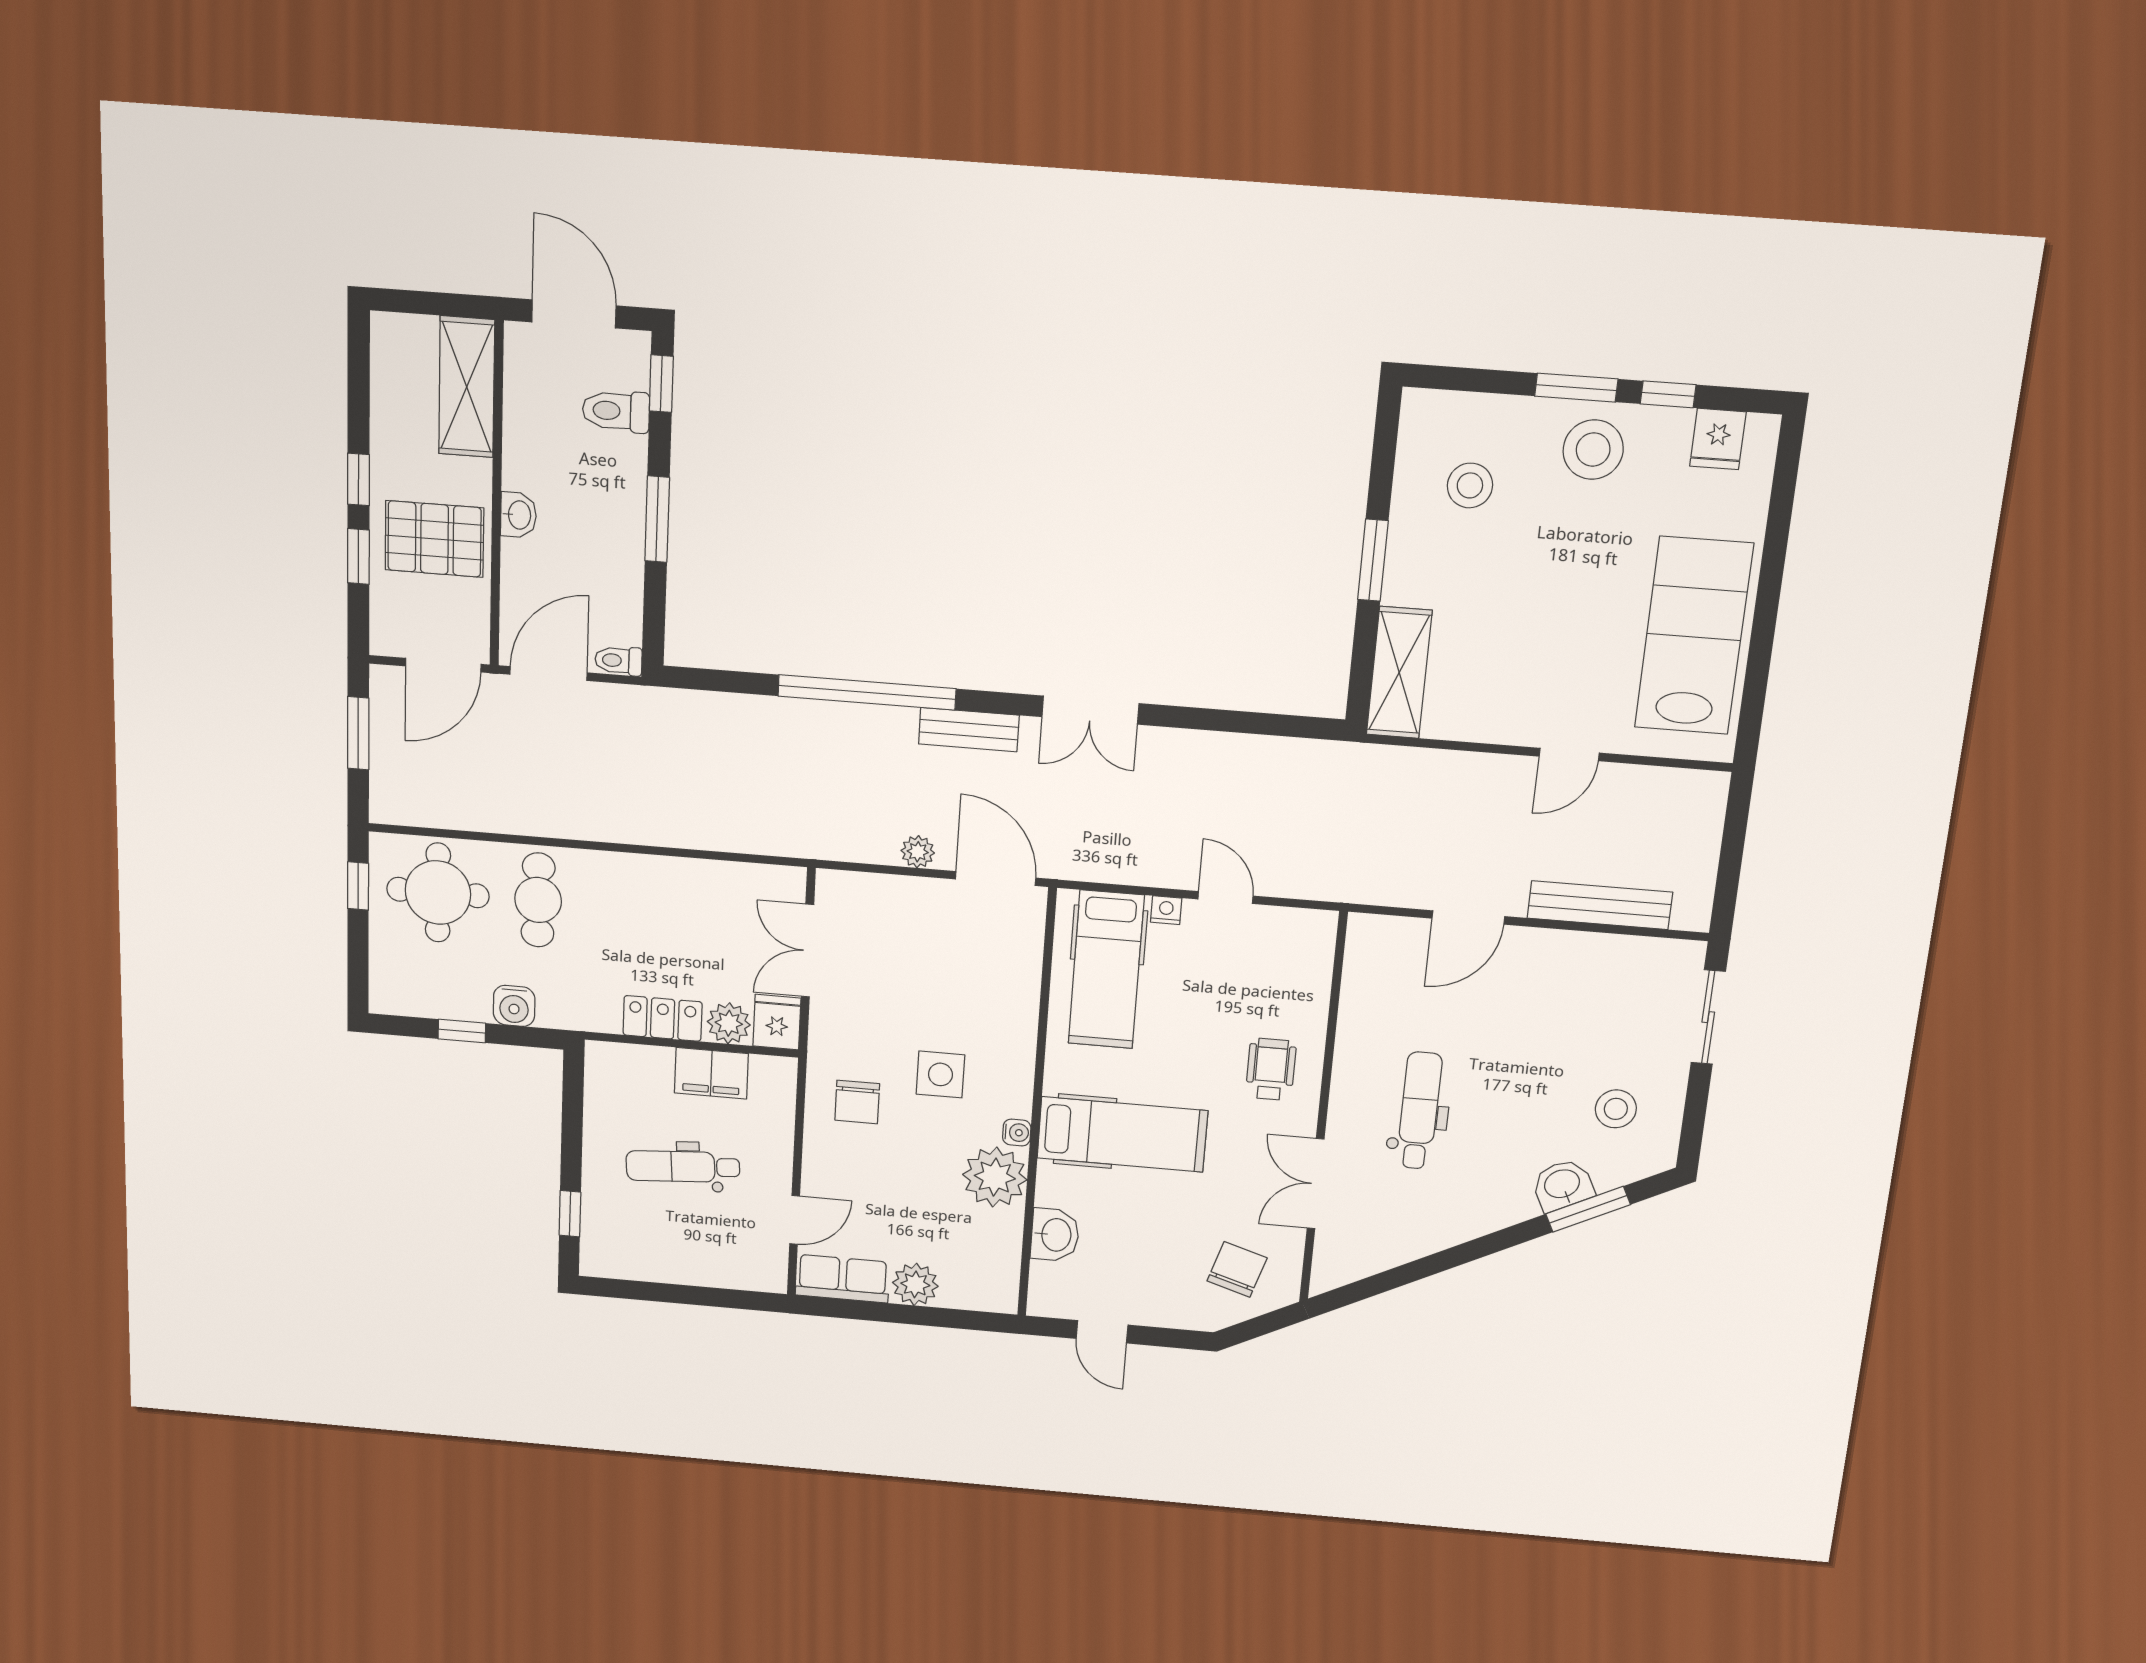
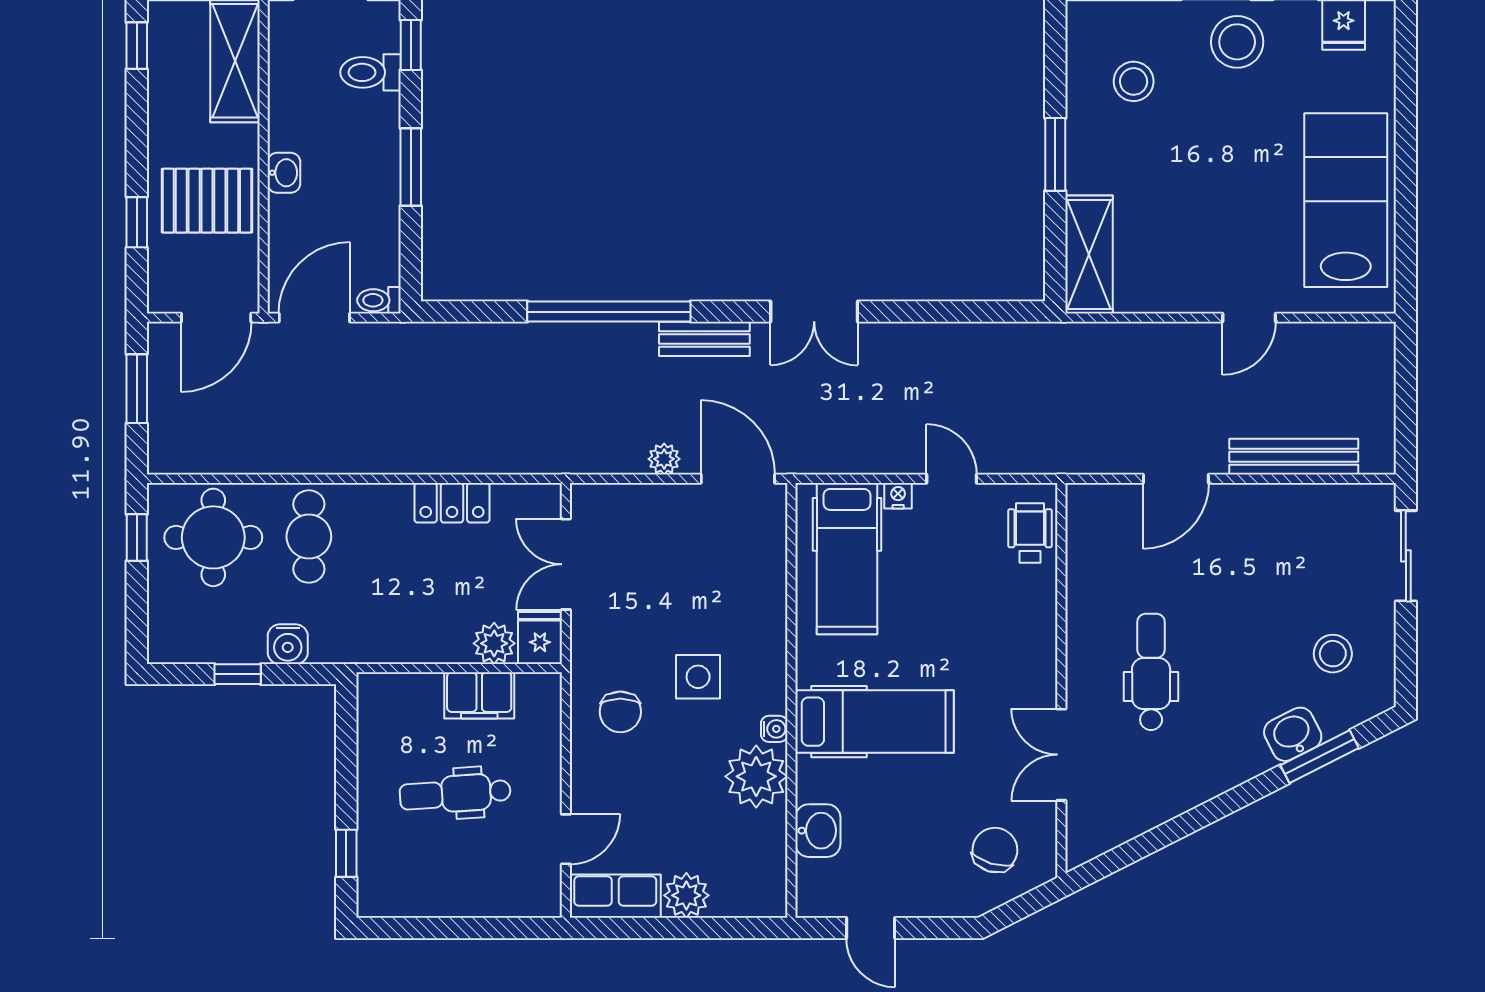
window: (358, 479) -> (137, 46), moved
locker: (663, 1018) -> (452, 503), moved, turned 180
wheelchair: (1271, 1069) -> (1030, 533), moved

